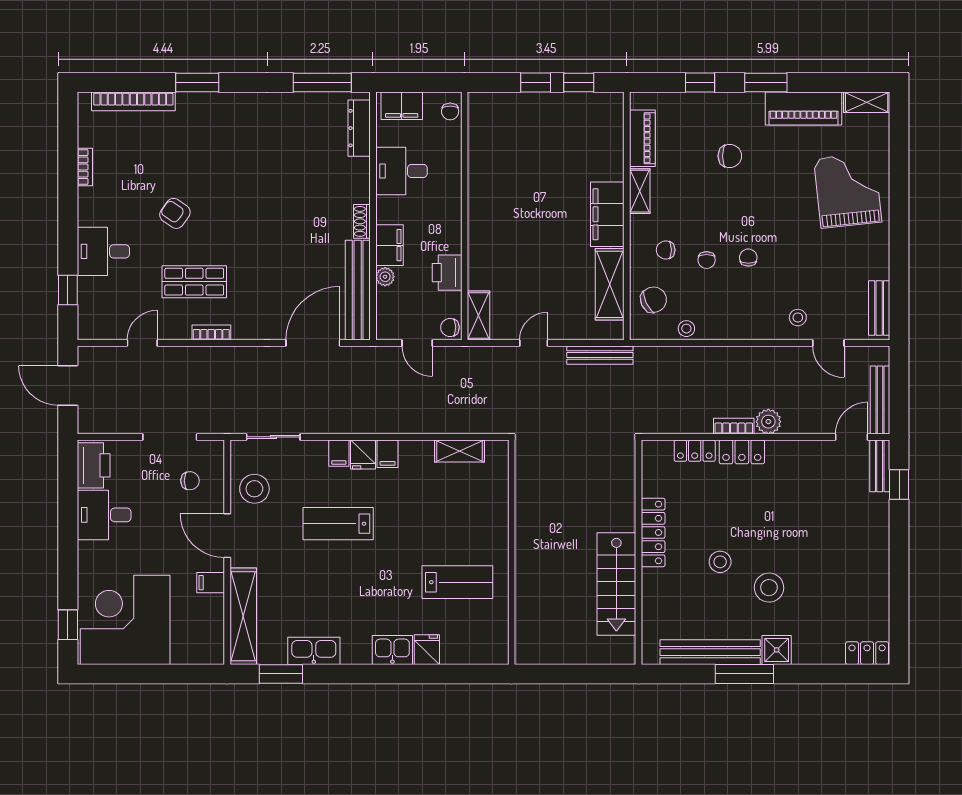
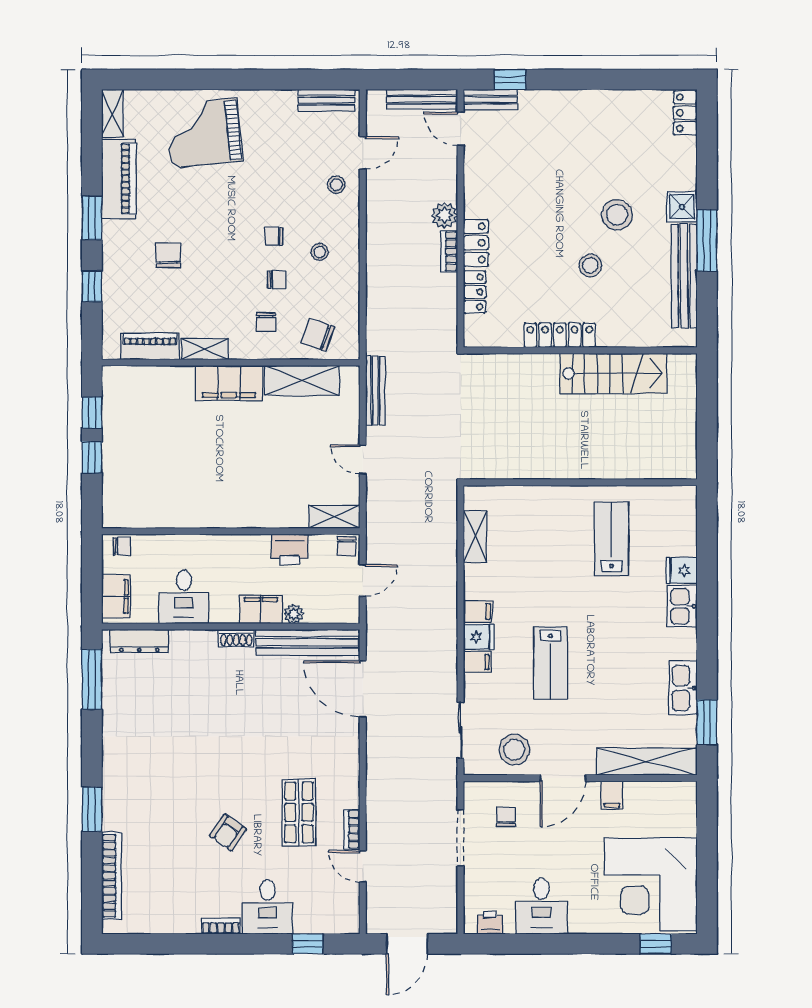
bookcase: (85, 167) -> (221, 926), moved
chair: (653, 300) -> (318, 335), turned -46
stool: (686, 329) -> (320, 252), moved
bookcase: (211, 332) -> (352, 829), moved
printer: (94, 465) -> (490, 923), width x0.53, depth x0.68

